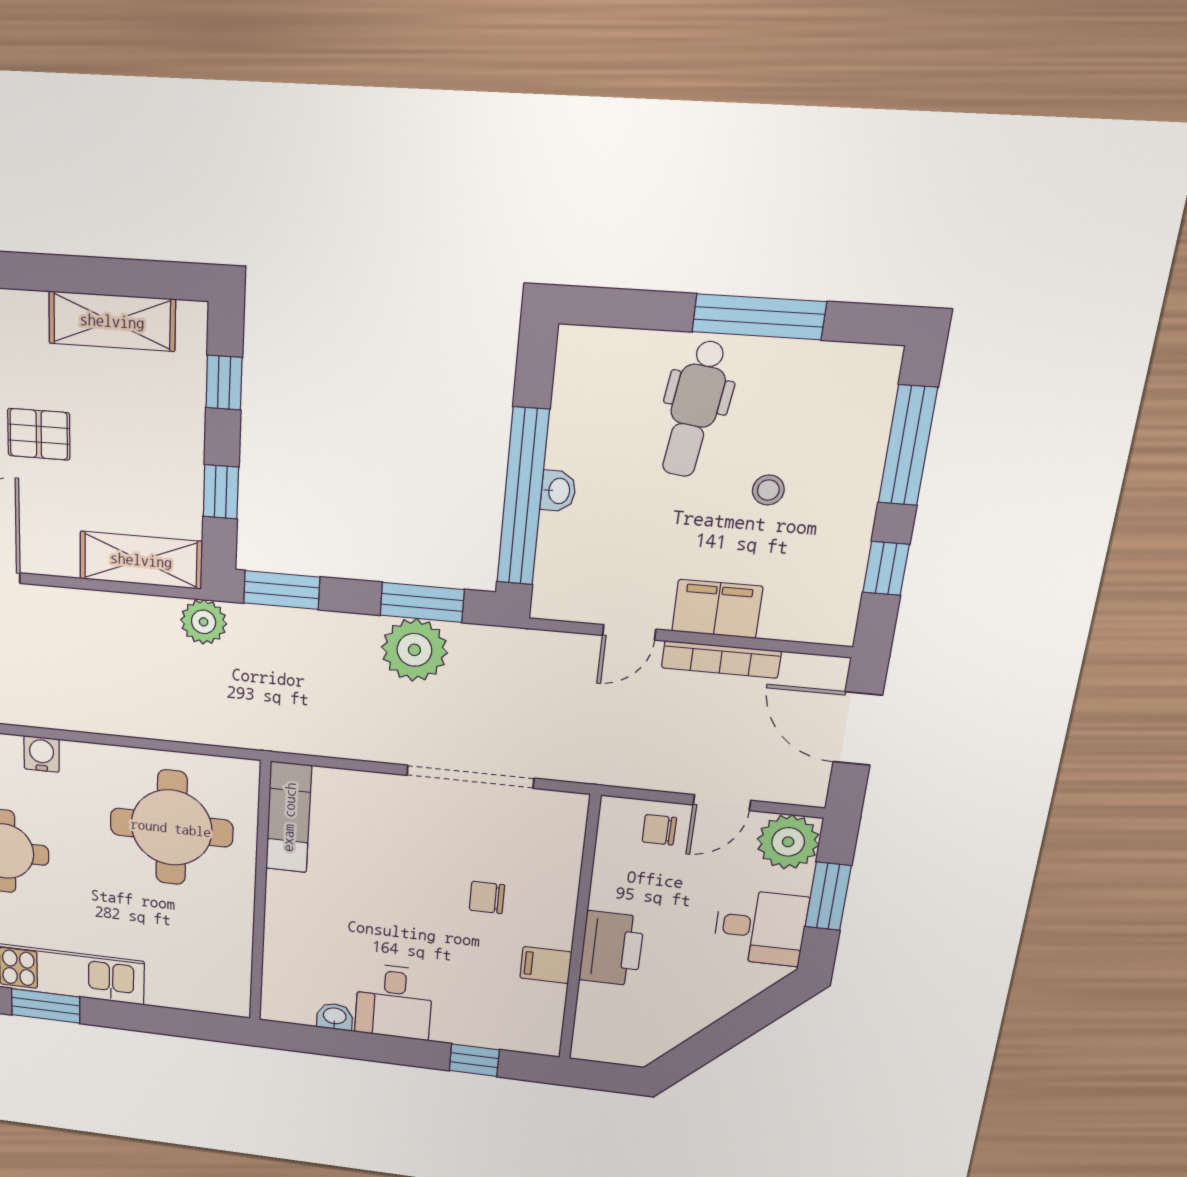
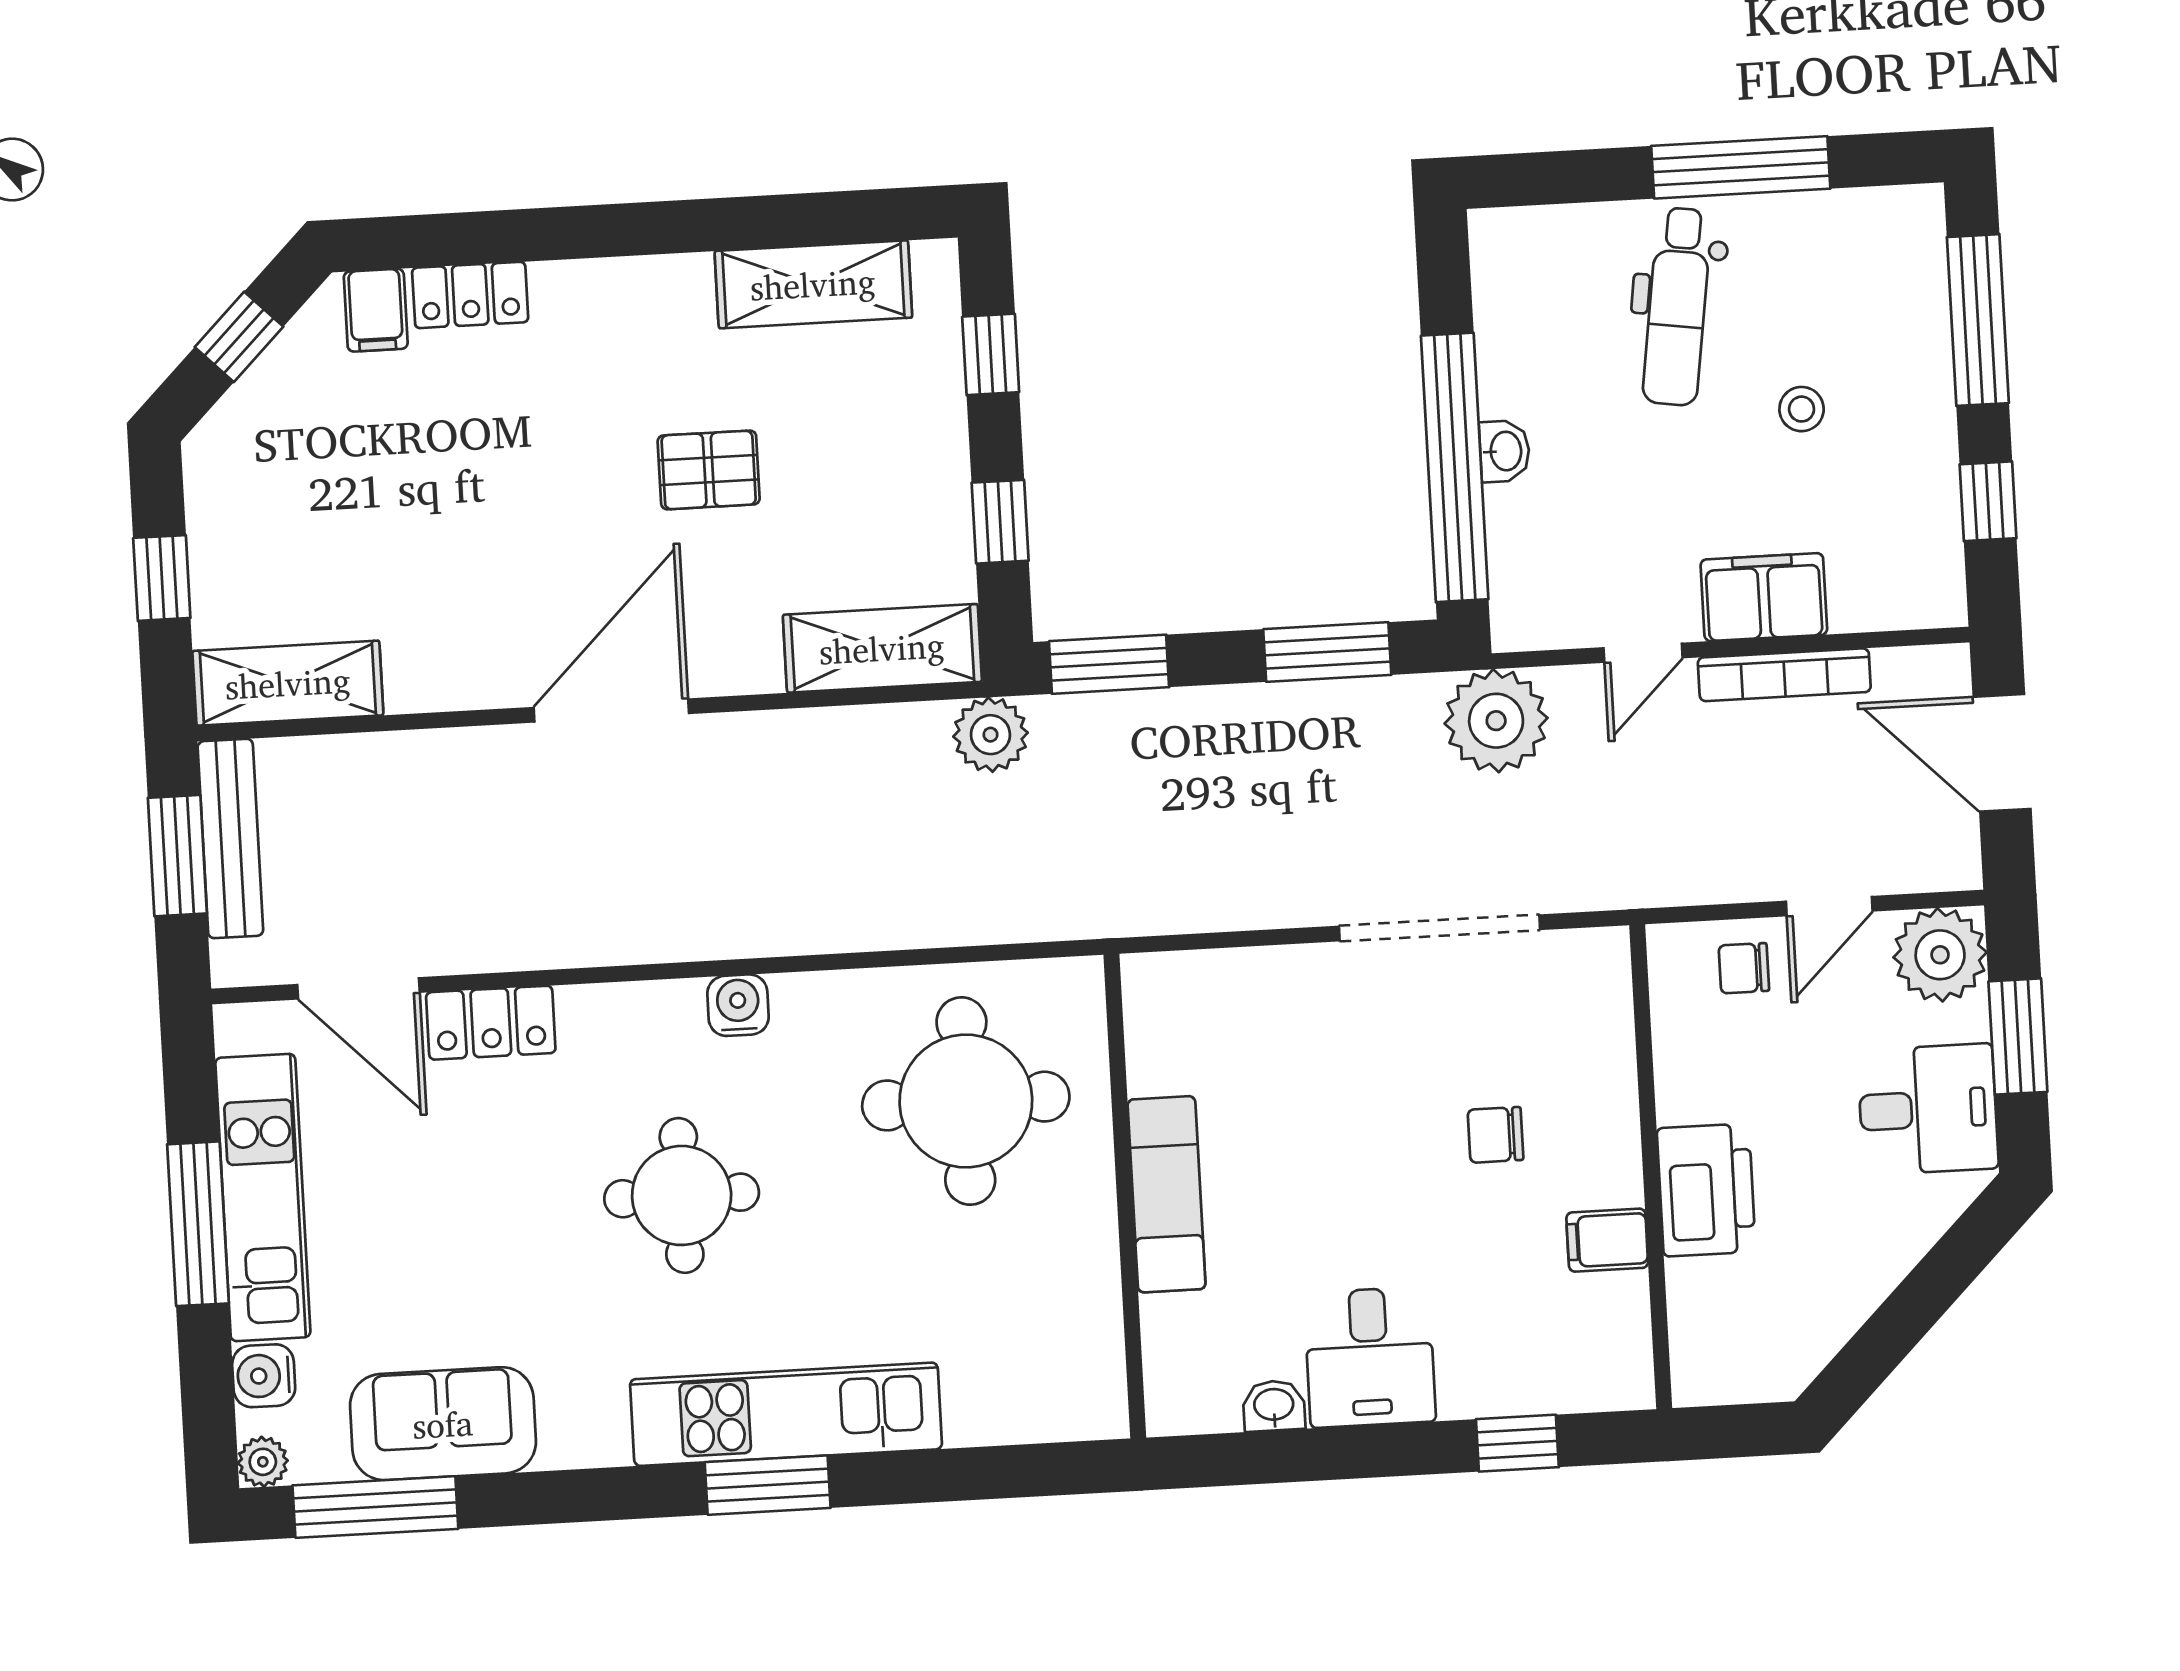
plant: (414, 650) -> (1496, 721), moved
exam couch: (289, 817) -> (1167, 1194), moved

